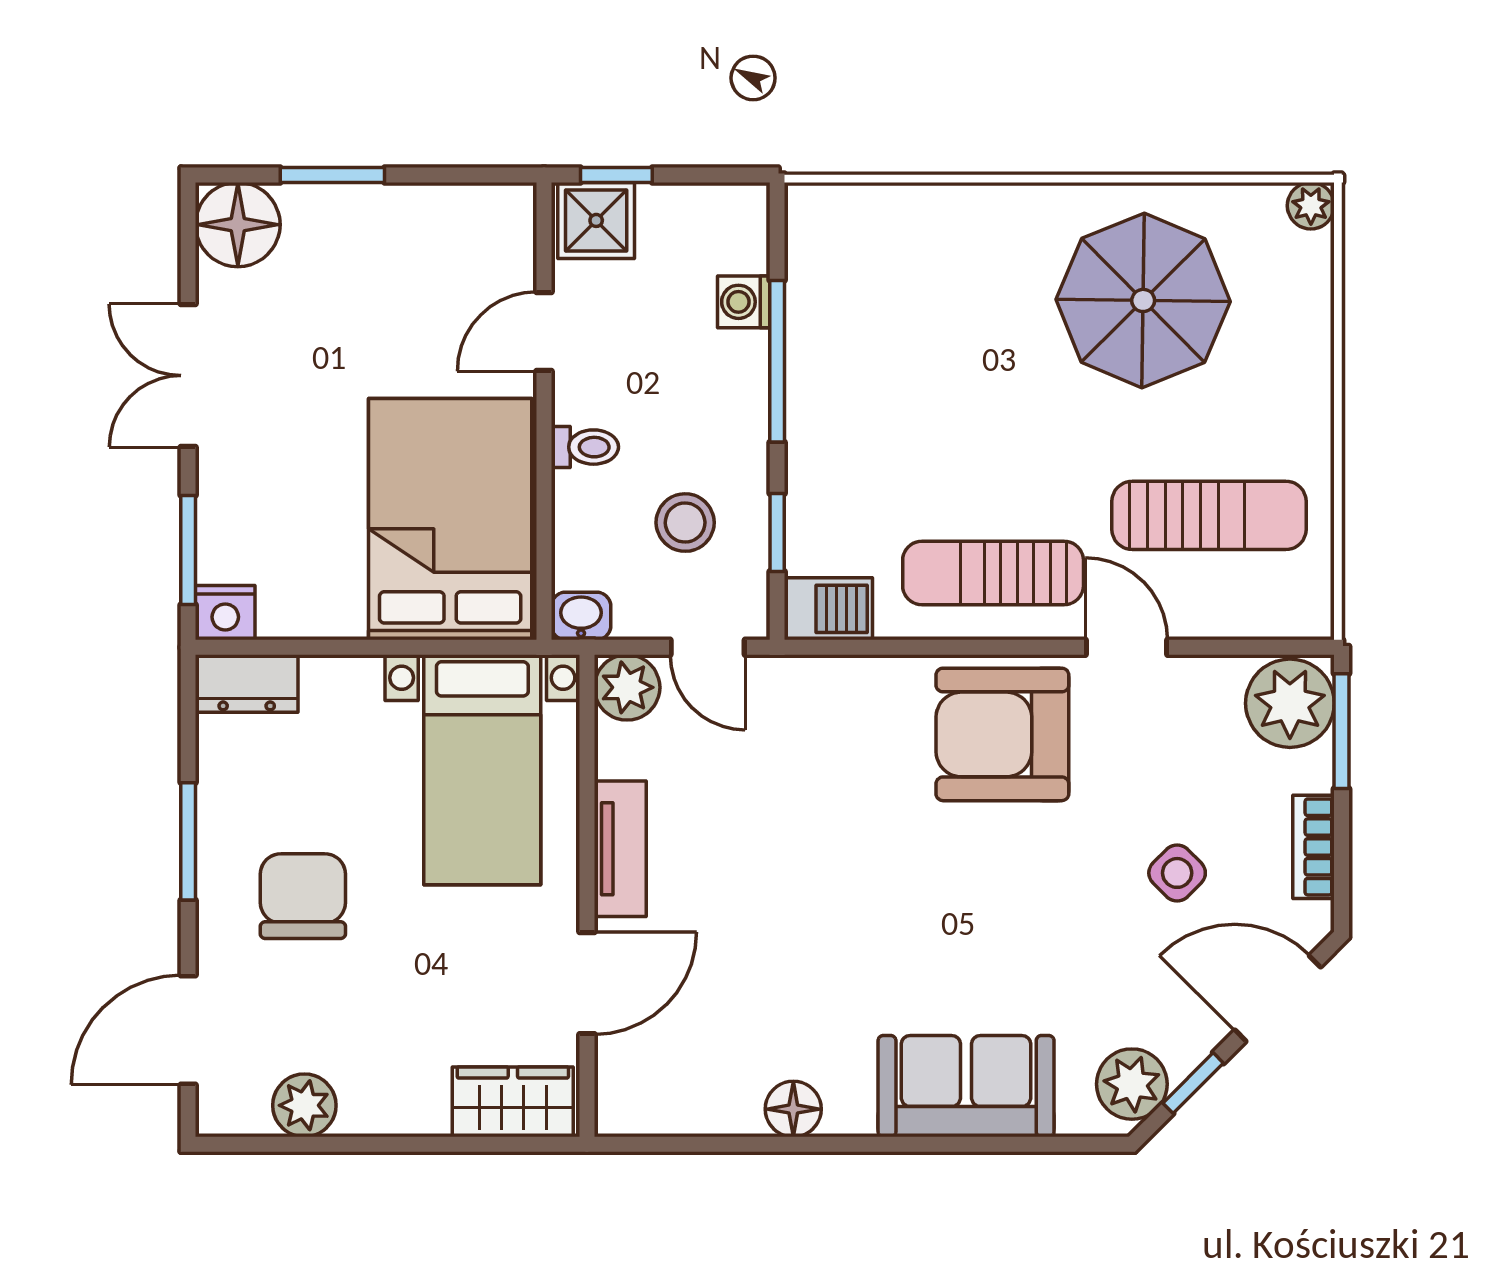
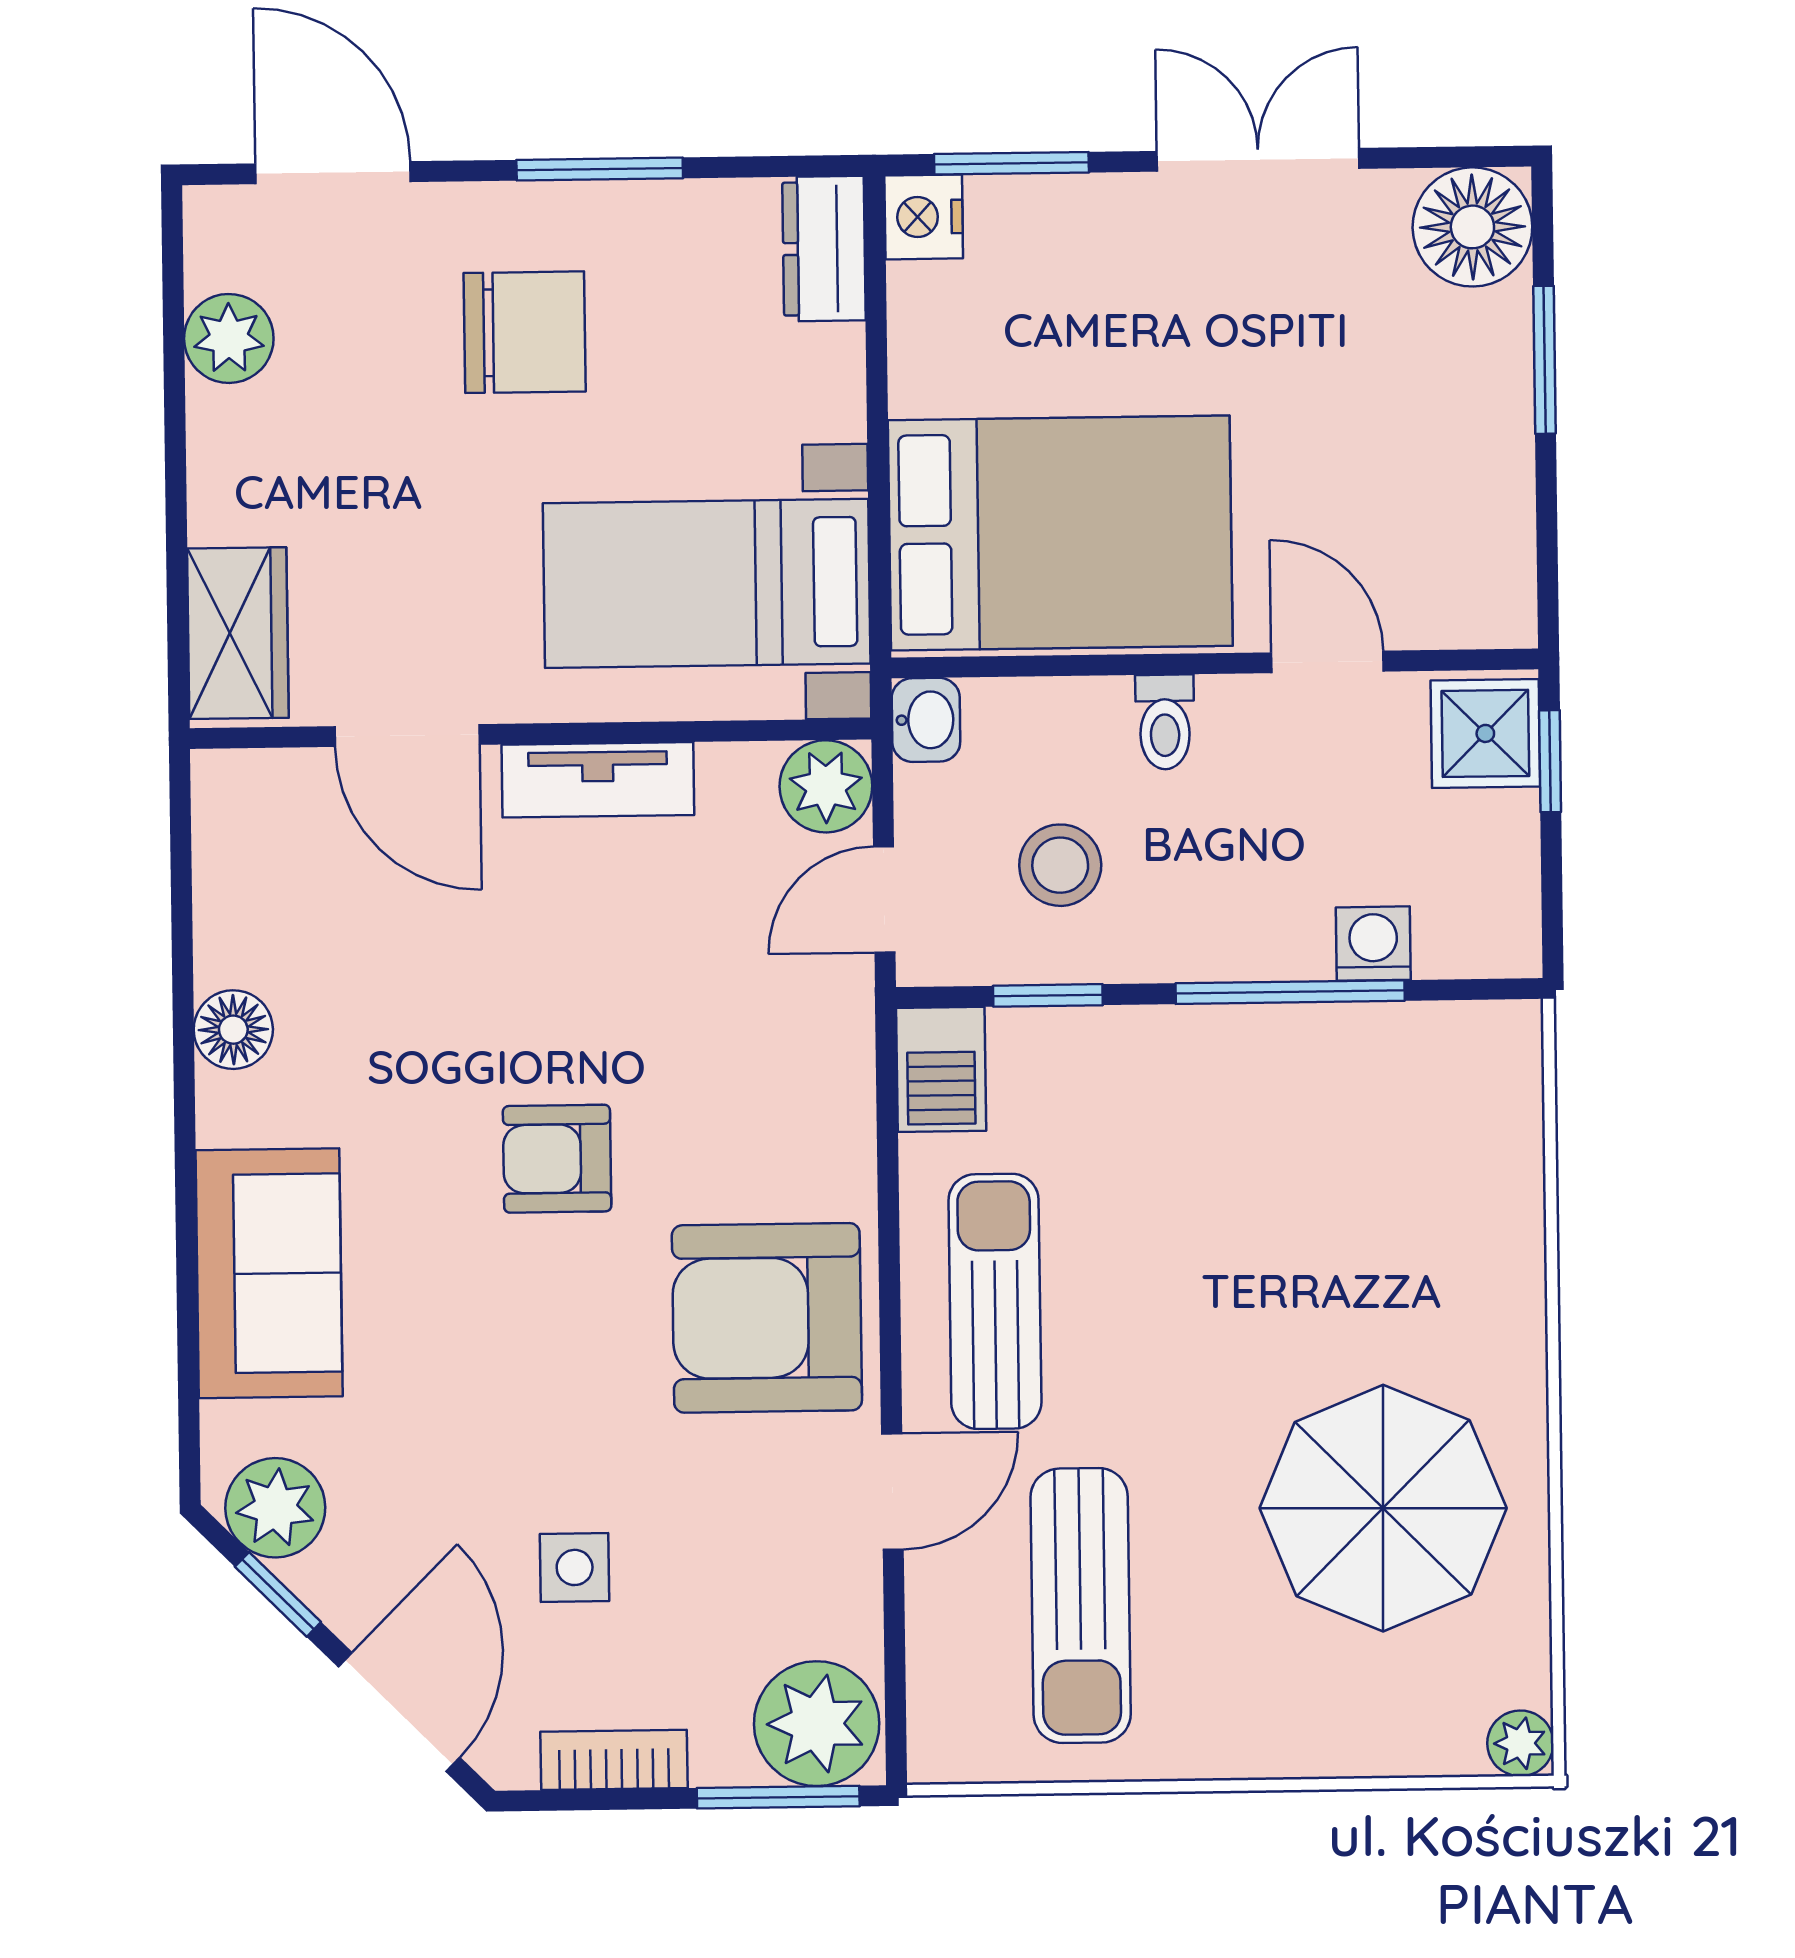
armchair: (1002, 734) -> (767, 1318), turned -90
side table: (1177, 873) -> (575, 1567), turned 45
armchair: (888, 881) -> (557, 1159), added

